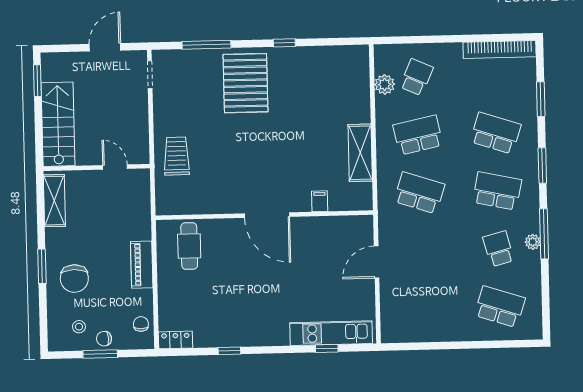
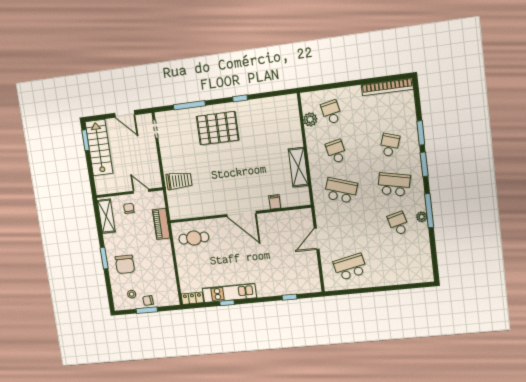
door: (105, 47) -> (125, 114), swing flipped
school desk: (417, 77) -> (331, 112), turned -36
pallet: (245, 83) -> (218, 128), turned 90
window: (541, 99) -> (421, 133), moved
stairs: (58, 124) -> (99, 148), moved
school desk: (496, 133) -> (390, 145), width x0.54
school desk: (418, 135) -> (336, 152), width x0.54
trolley: (177, 156) -> (179, 181), turned 90
cafe table: (189, 246) -> (194, 238), turned 90
piano: (142, 265) -> (161, 224), moved
school desk: (500, 307) -> (350, 267), moved, turned -30
chair: (141, 324) -> (129, 208), moved
kitchen unit: (331, 333) -> (229, 293), moved

